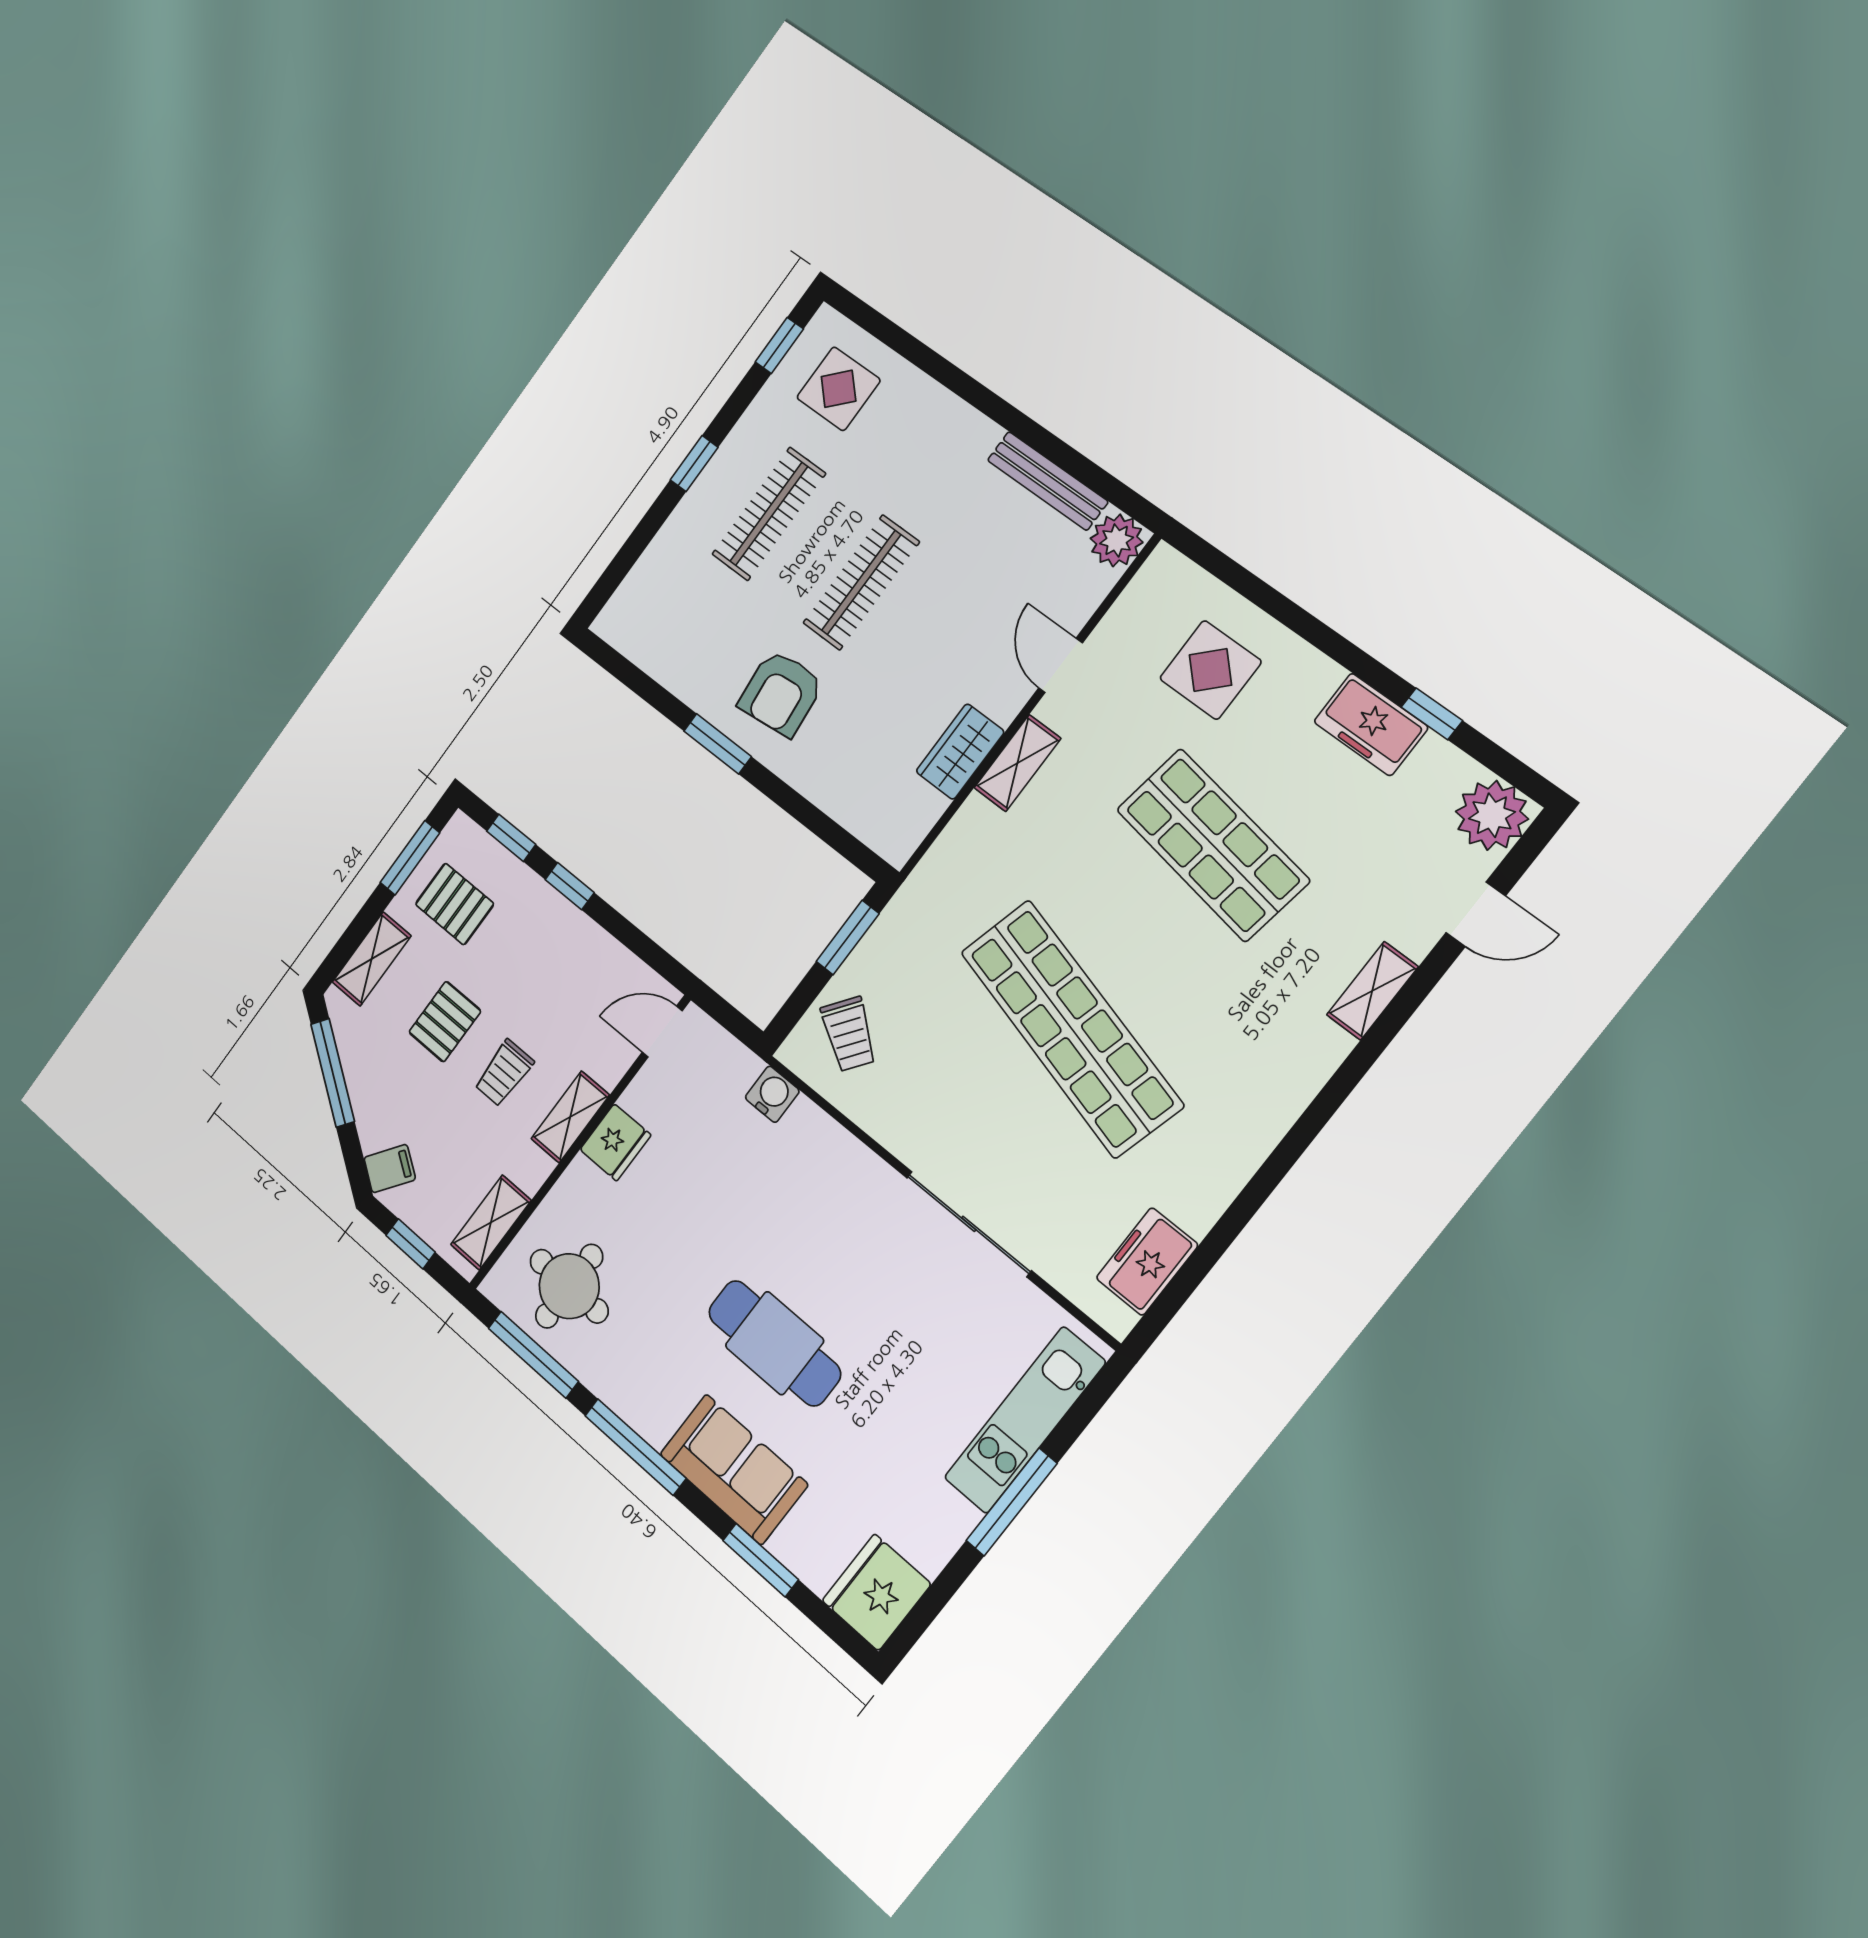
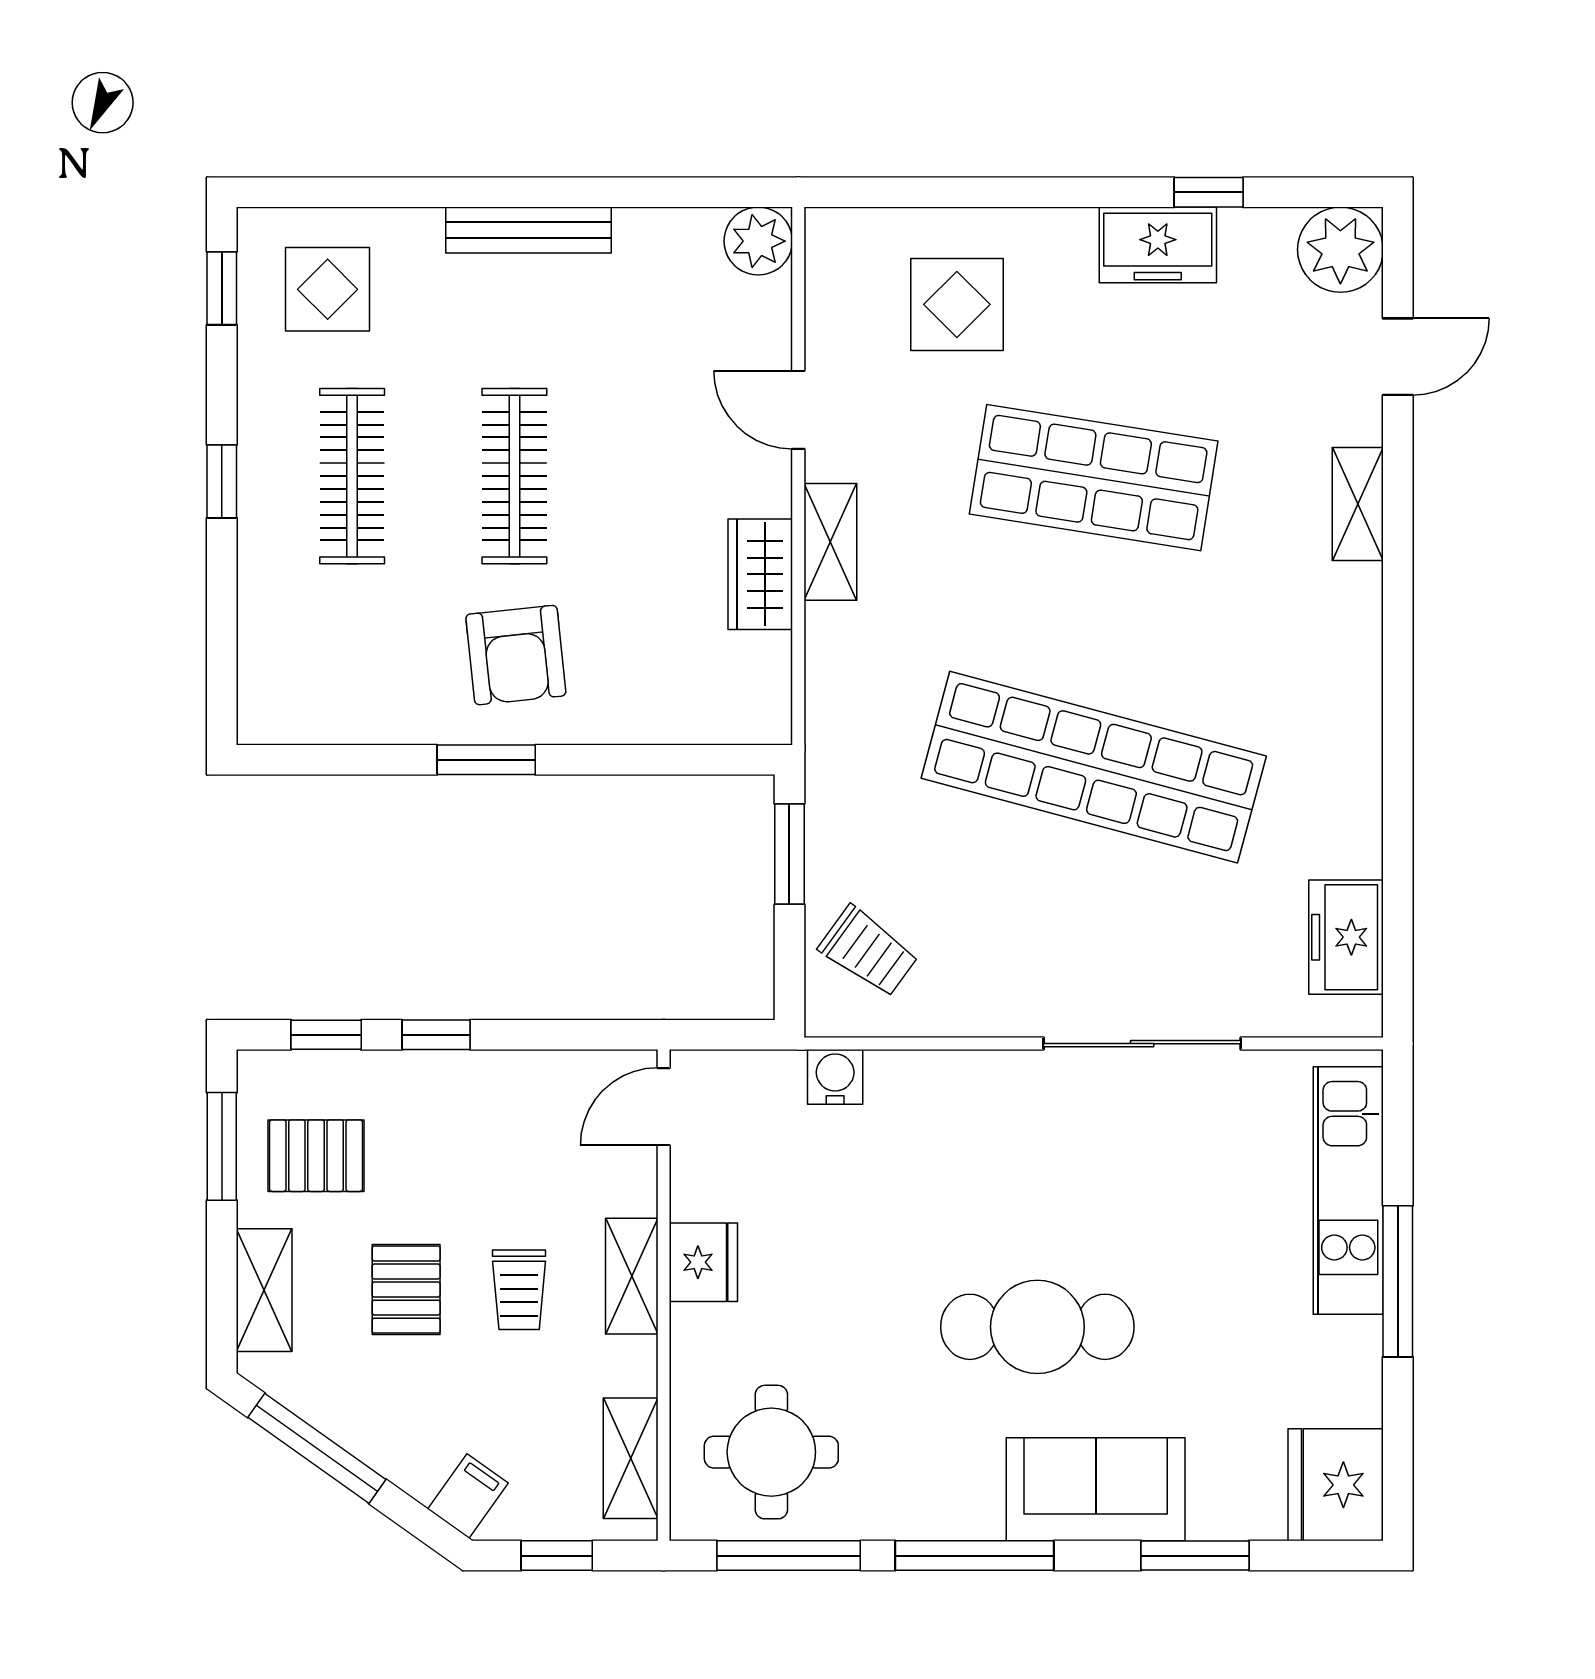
bench: (1048, 481) -> (528, 230), moved

